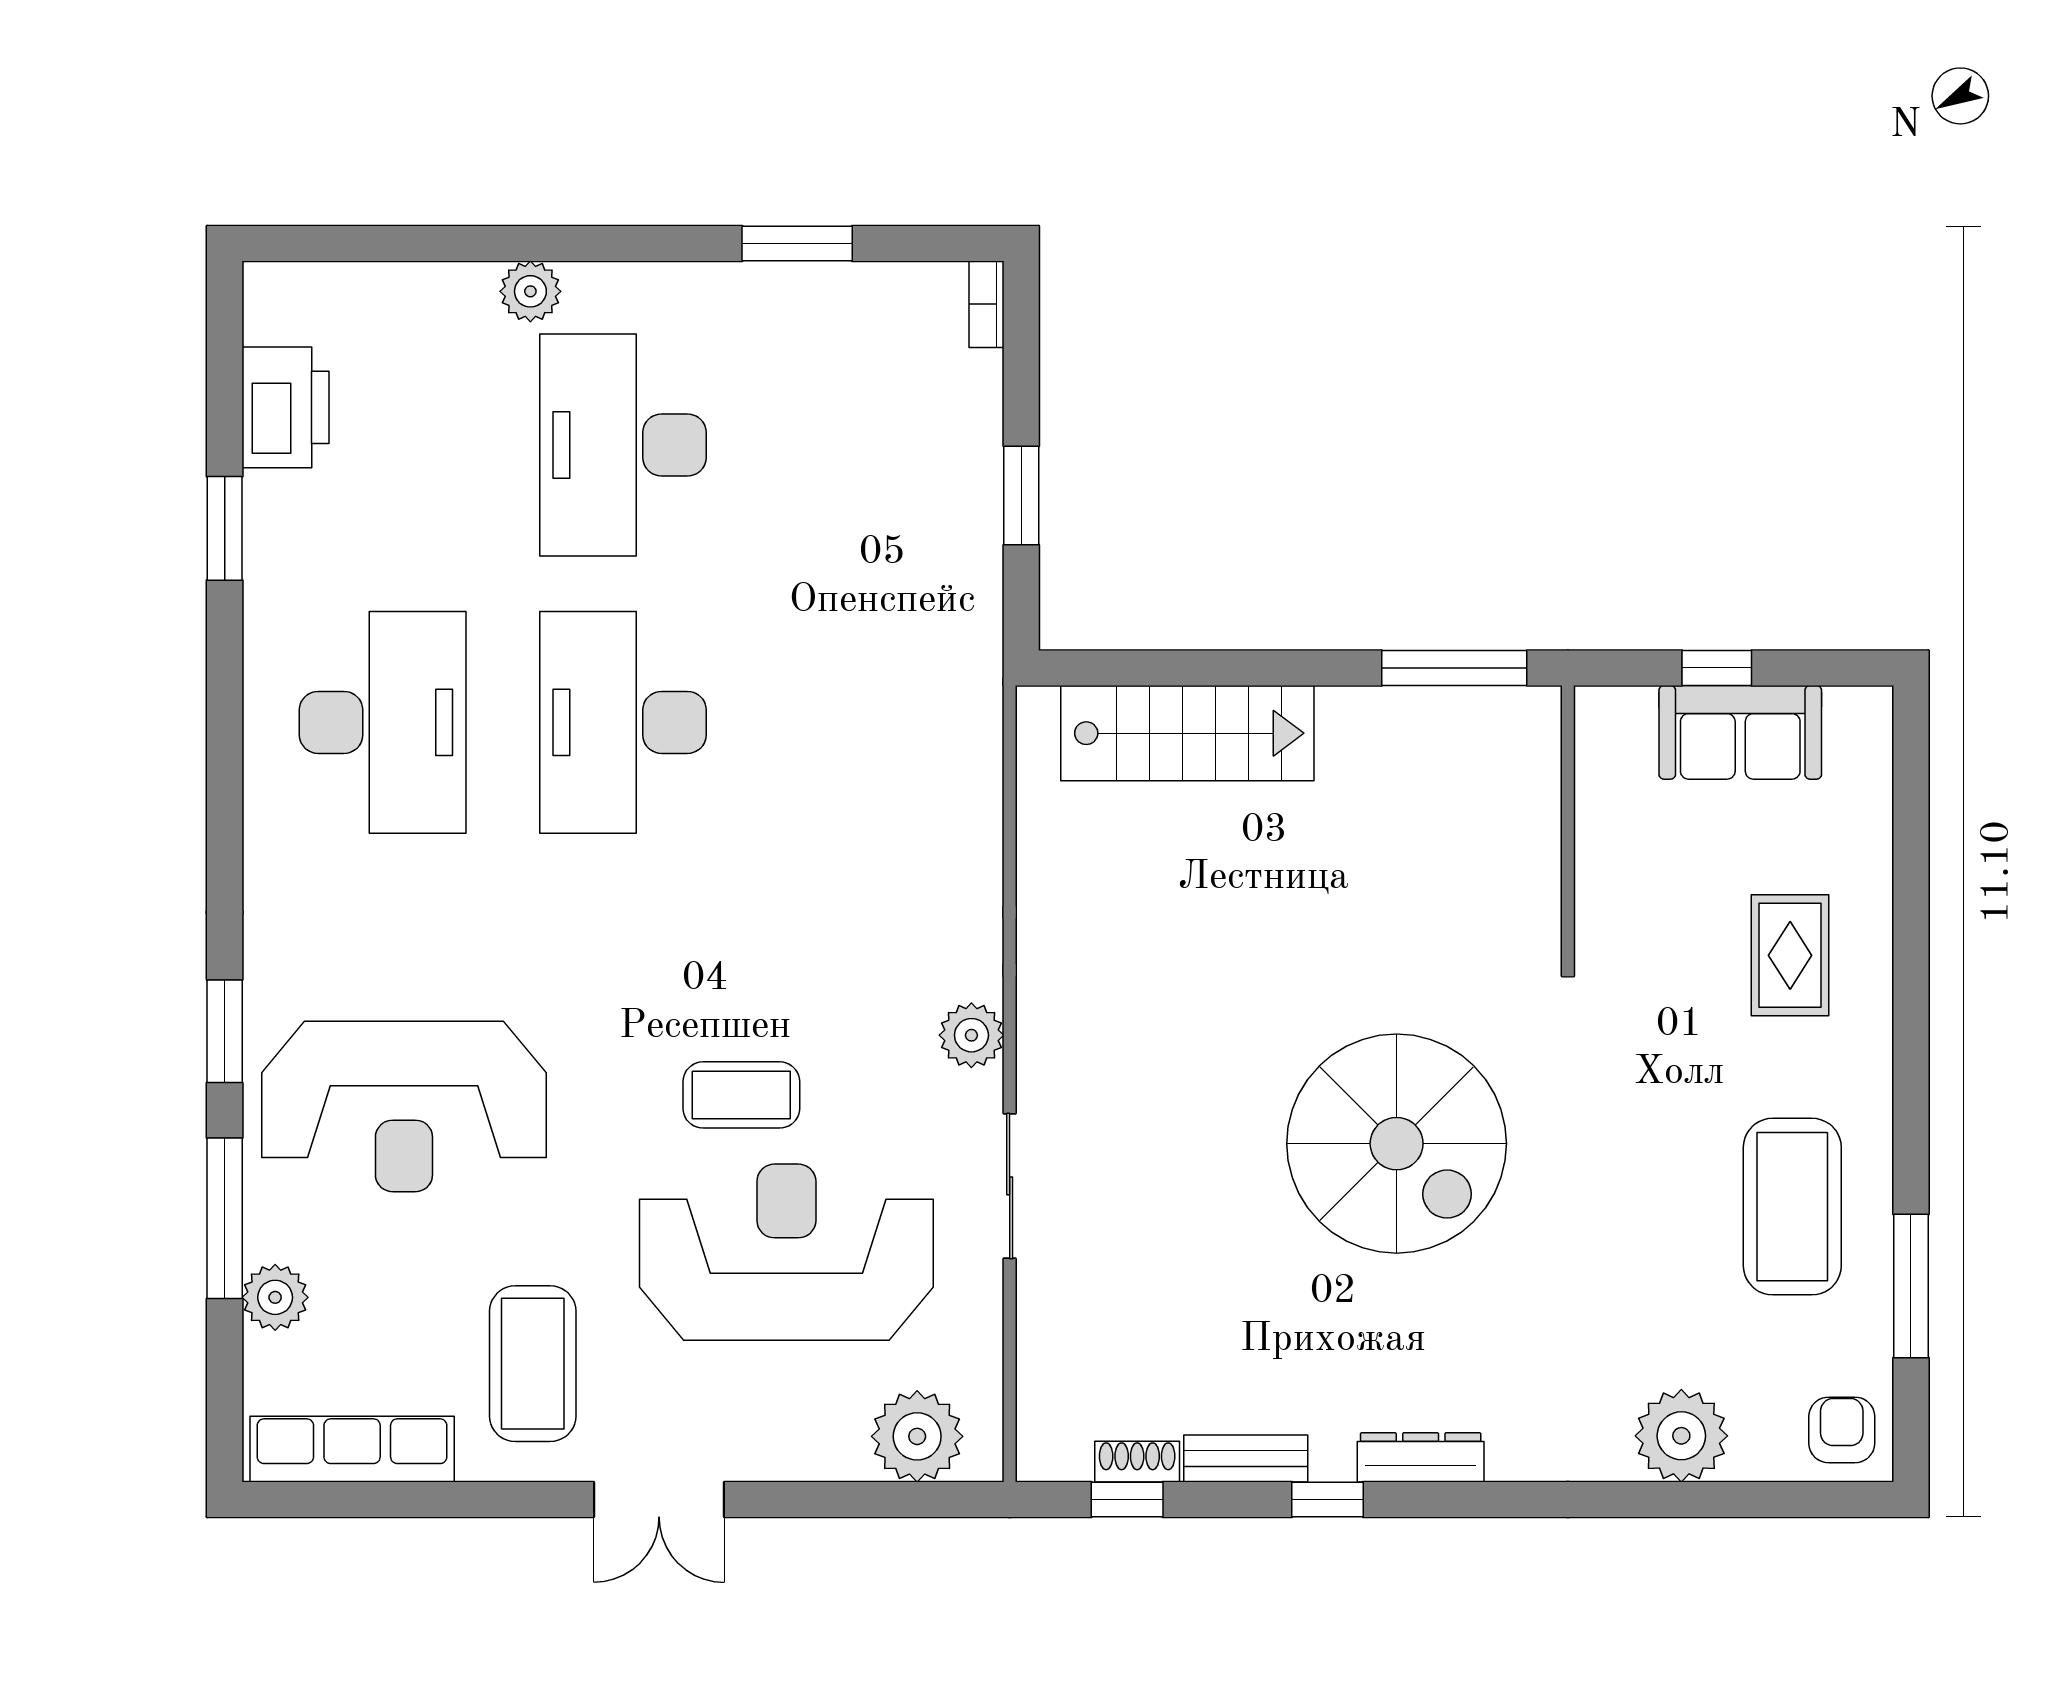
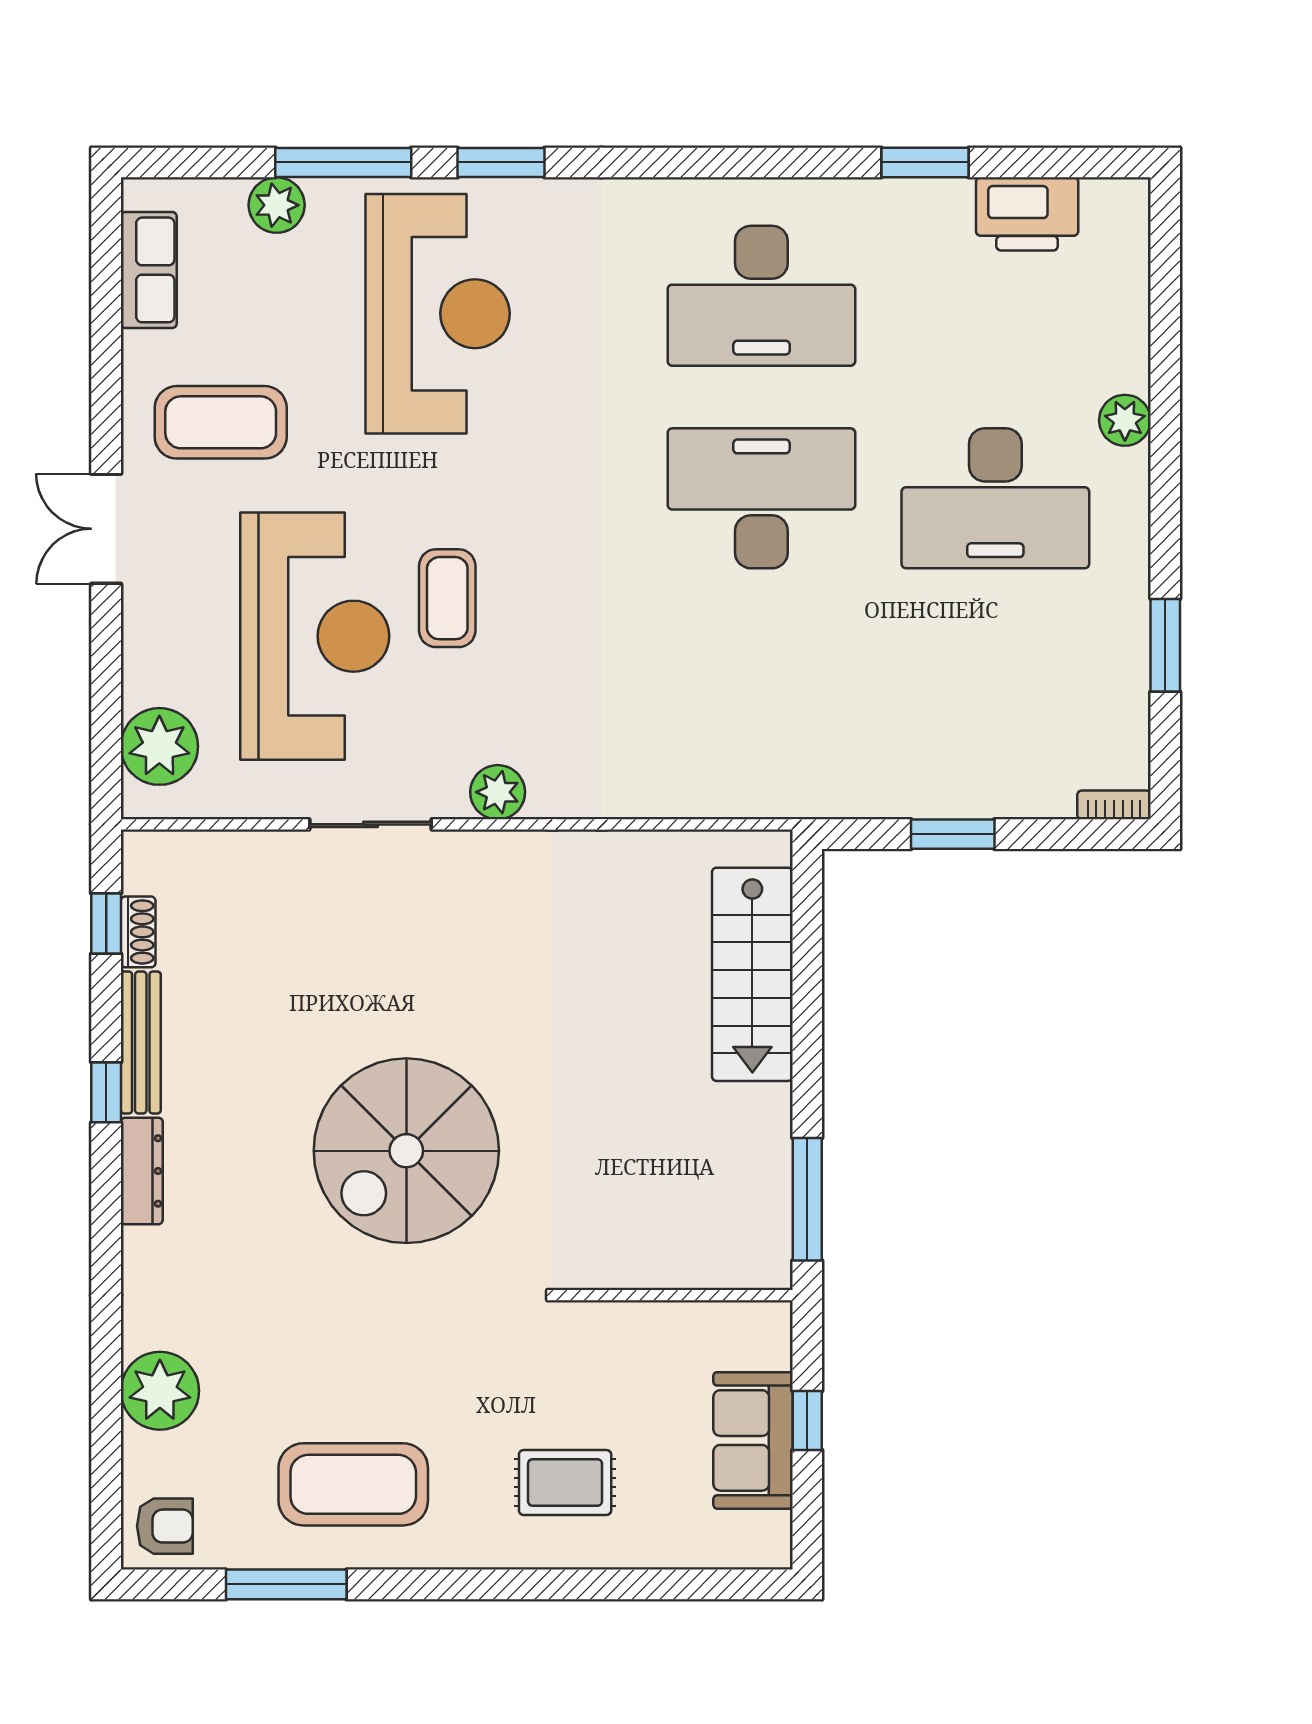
desk: (623, 445) -> (995, 498), turned 180
reception desk: (404, 1106) -> (438, 314), turned 180
row of seats: (352, 1449) -> (149, 270), width x0.68
bench: (1246, 1458) -> (141, 1043), width x1.36

